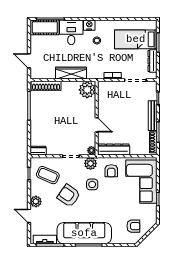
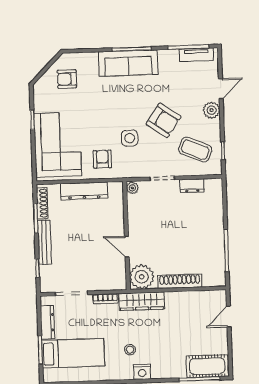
desk: (71, 32) -> (168, 360), removed
door: (29, 61) -> (229, 317), swing flipped
wardrobe: (71, 73) -> (142, 301), moved
shoe rack: (46, 86) -> (180, 281), moved
door: (97, 125) -> (127, 247), moved
dresser: (114, 150) -> (84, 191), moved
dresser: (38, 151) -> (192, 186), moved
plant: (91, 163) -> (133, 169), removed
door: (29, 216) -> (221, 89), hinge flipped
sofa: (84, 233) -> (128, 63), width x0.74, depth x0.79

